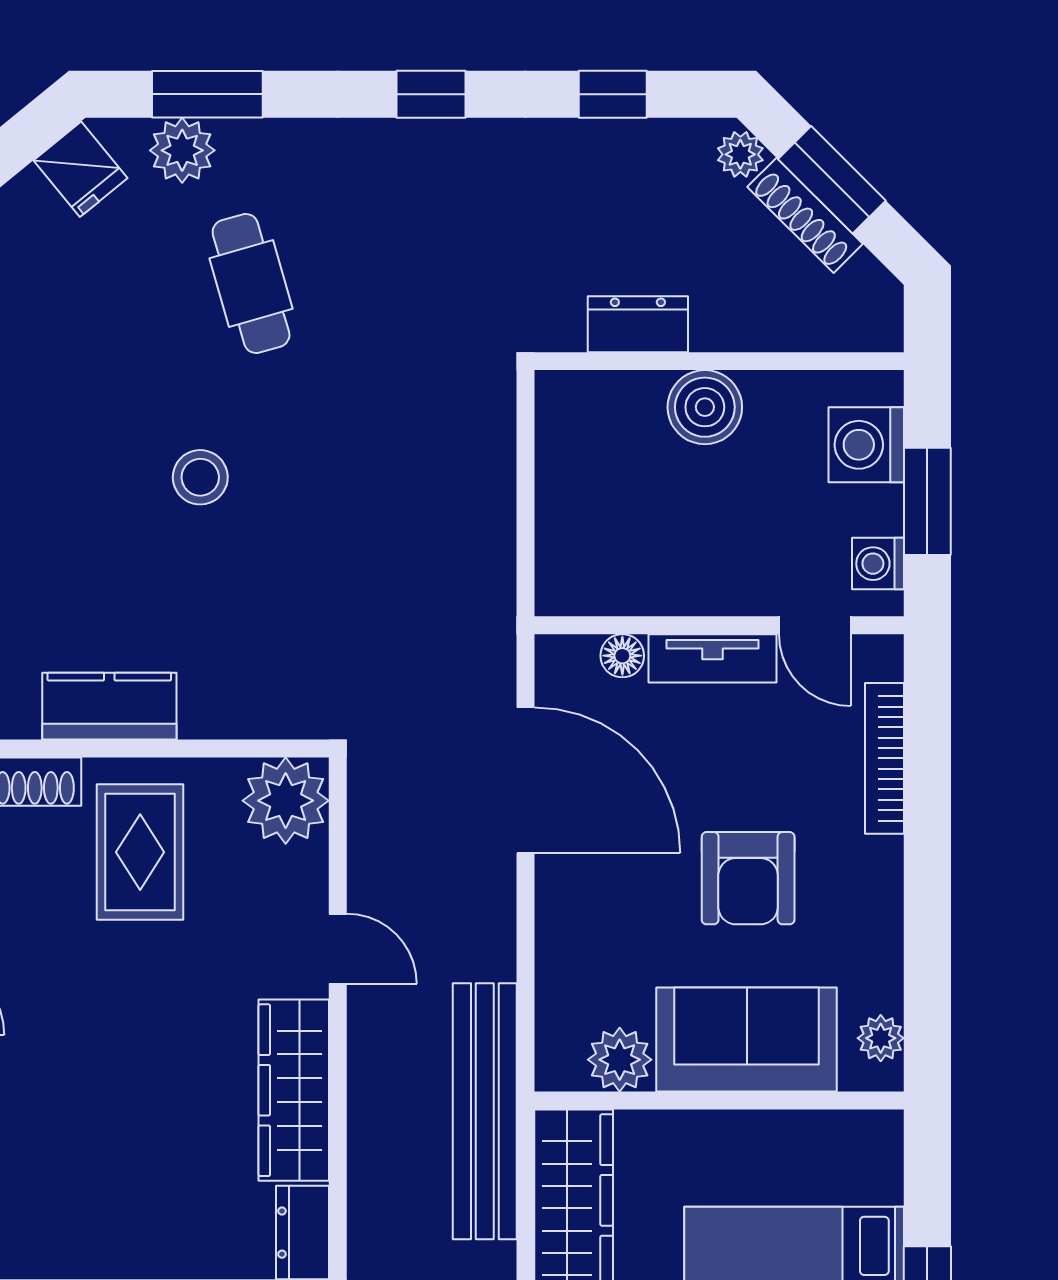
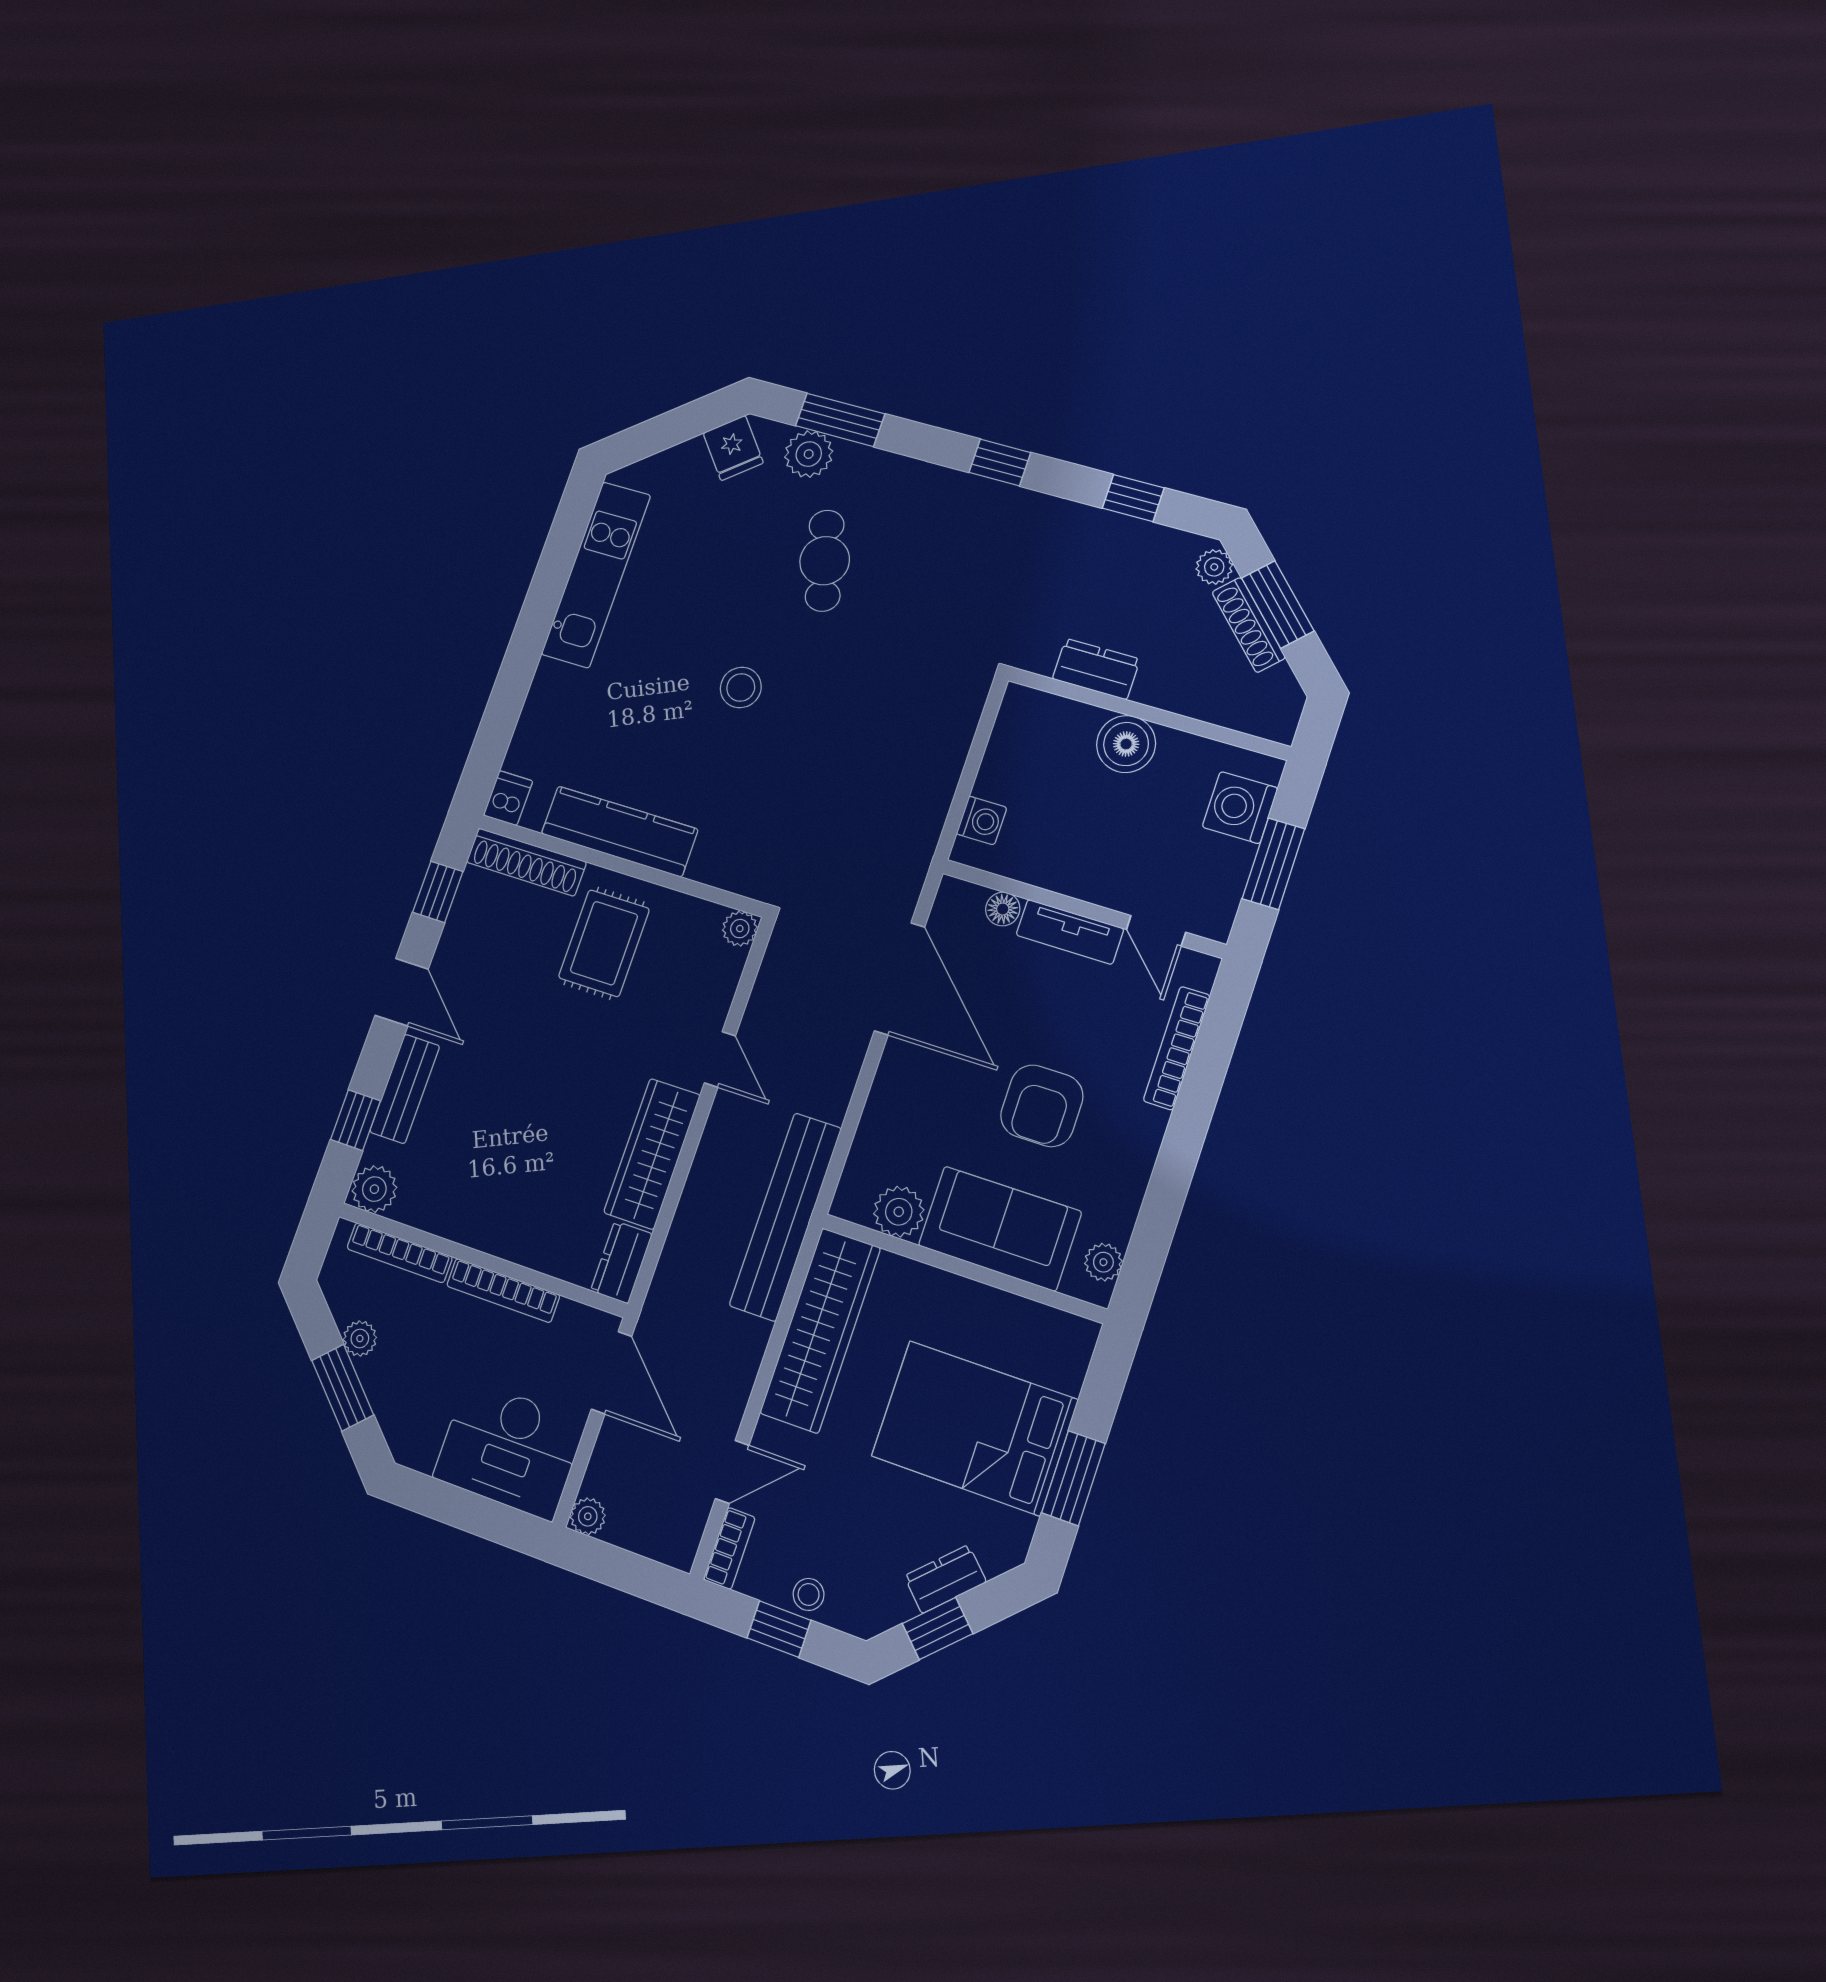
washing machine: (878, 564) -> (982, 821), moved, turned 180
kitchen counter: (109, 706) -> (619, 831), width x1.50
plant: (286, 801) -> (740, 929), width x0.53, depth x0.53

